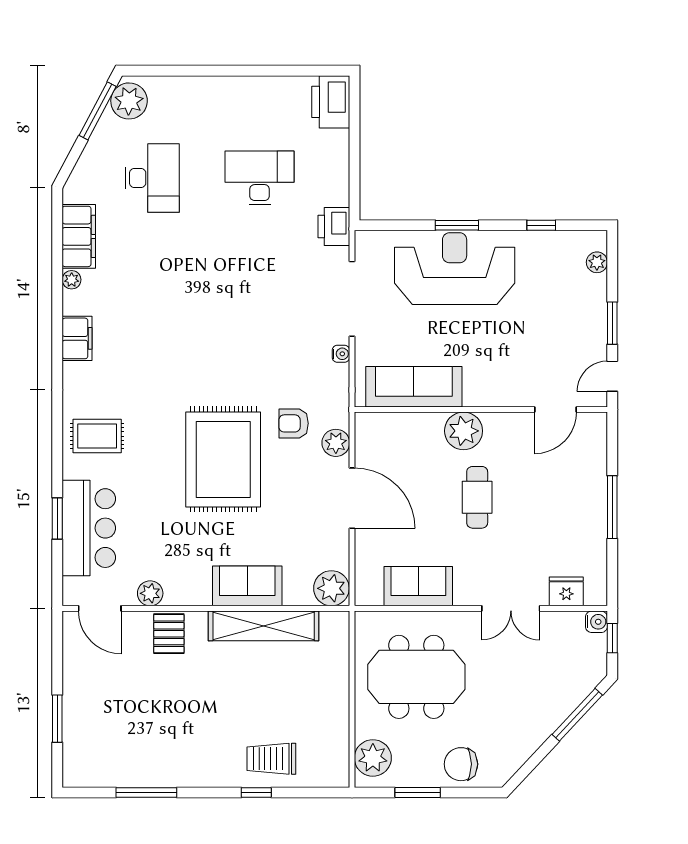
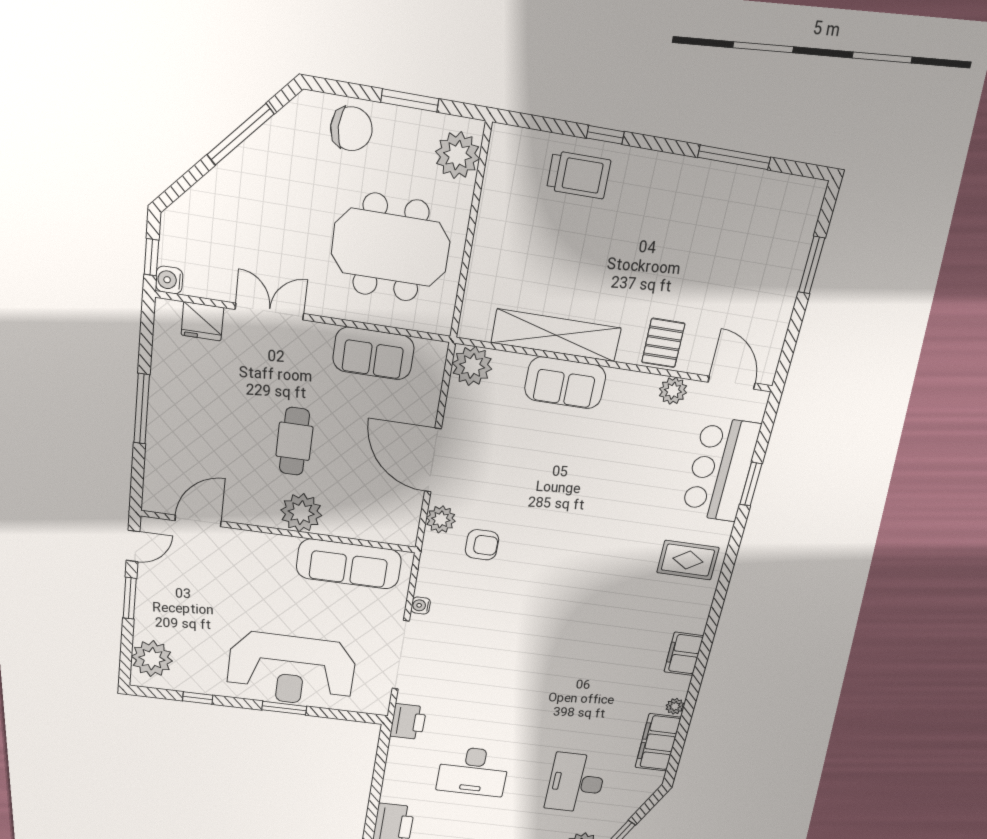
plant: (597, 262) -> (152, 659), width x1.88, depth x1.88
rug: (223, 459) -> (563, 519), removed
window: (577, 715) -> (240, 134), moved

